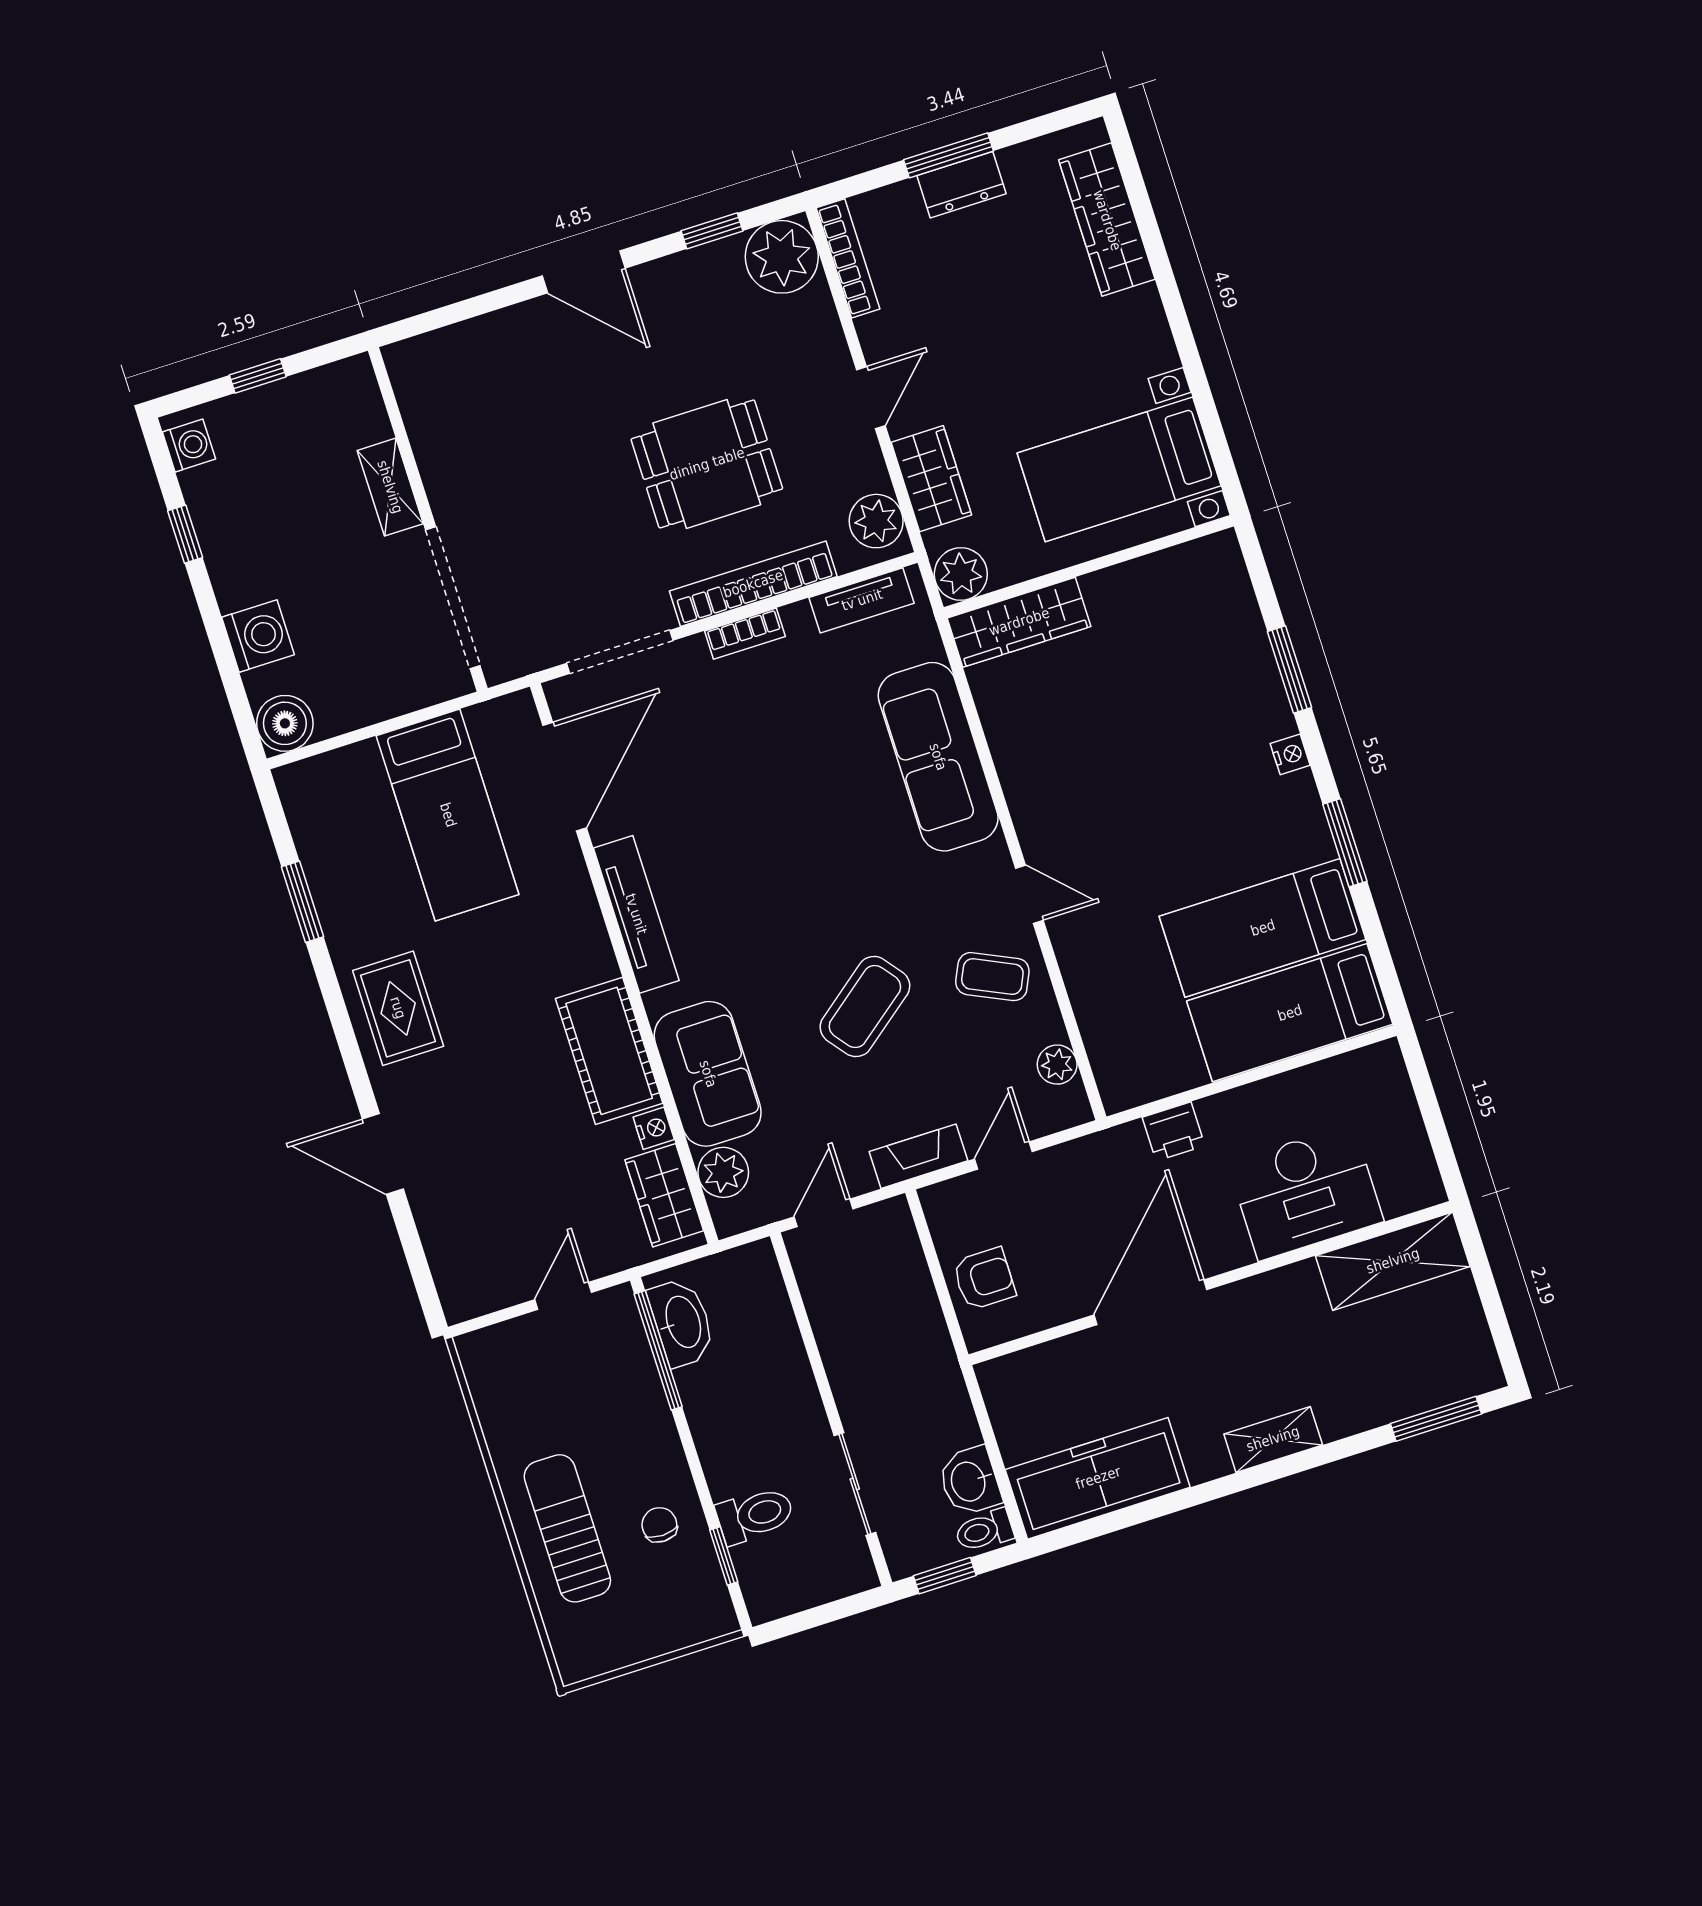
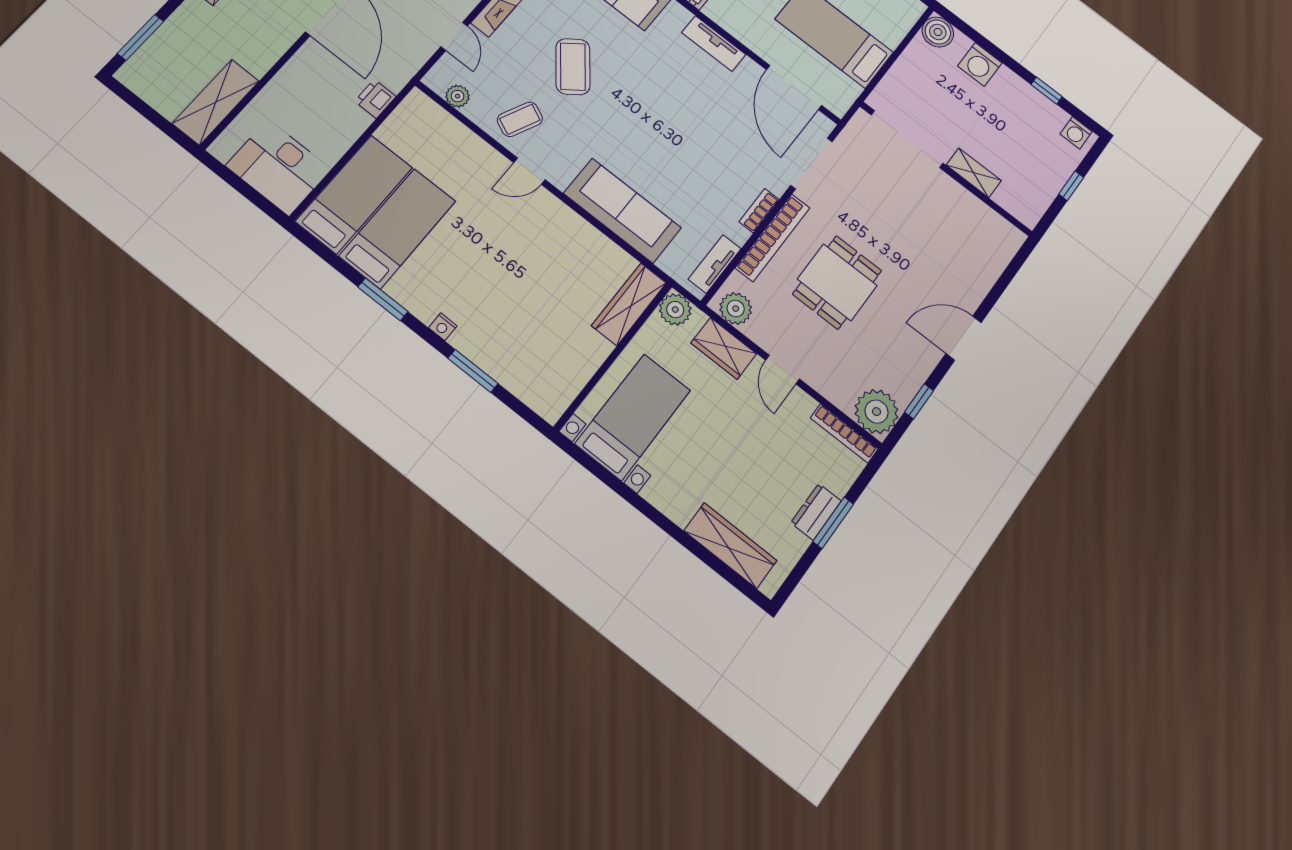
tv unit: (636, 914) -> (714, 43), width x0.71
desk: (1306, 1192) -> (278, 167), moved, turned -90

